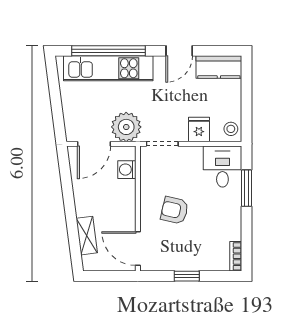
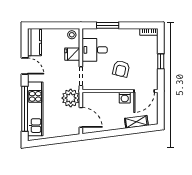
desk: (222, 166) -> (95, 50), moved
washing machine: (127, 170) -> (125, 98), moved

